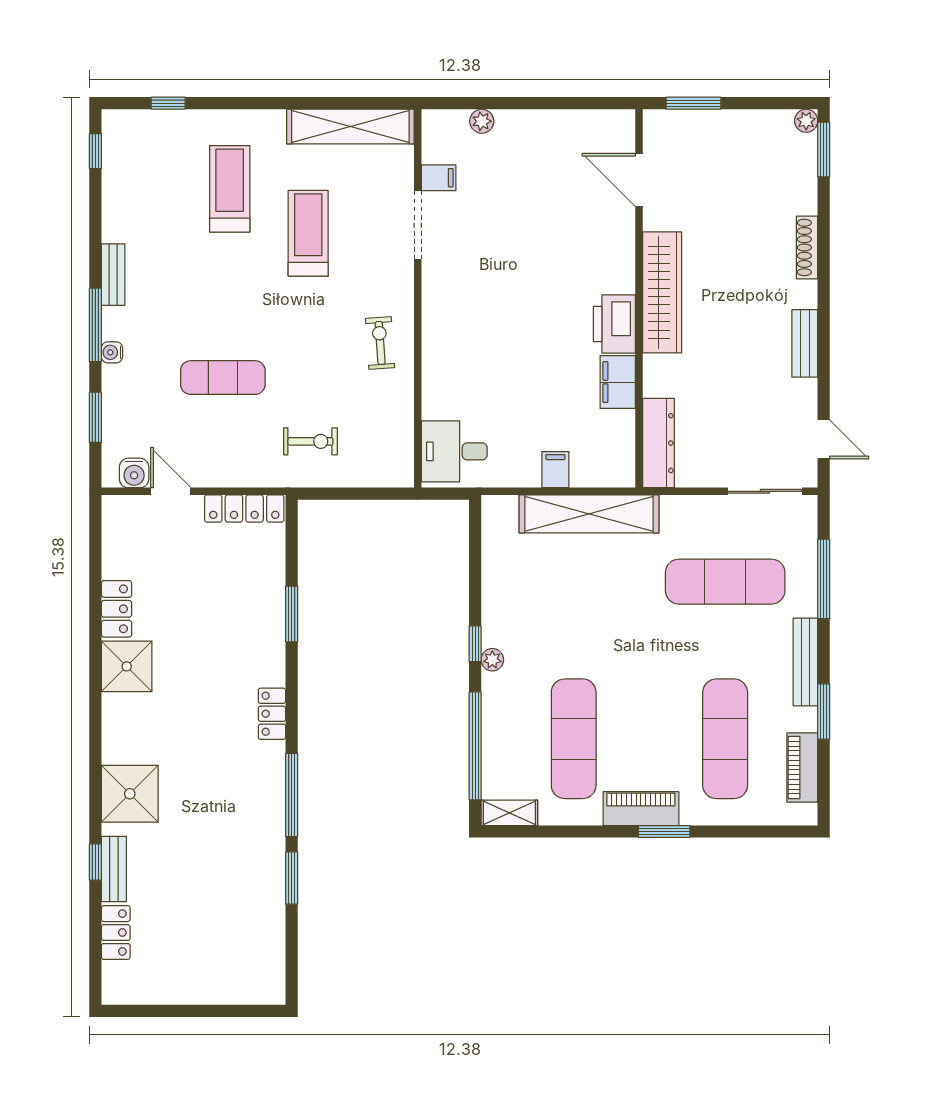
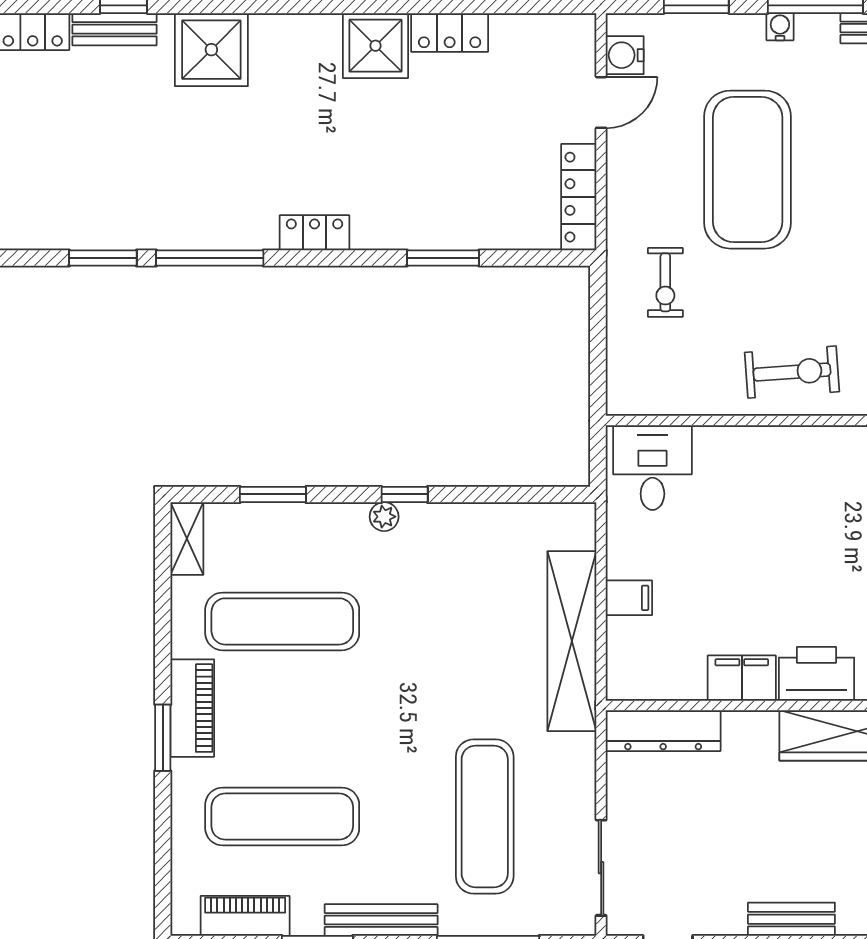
exercise bike: (380, 343) -> (792, 372), width x1.38, depth x1.39
exercise mat: (223, 378) -> (748, 170), width x2.00, depth x1.45
window: (475, 746) -> (273, 494), width x0.47

